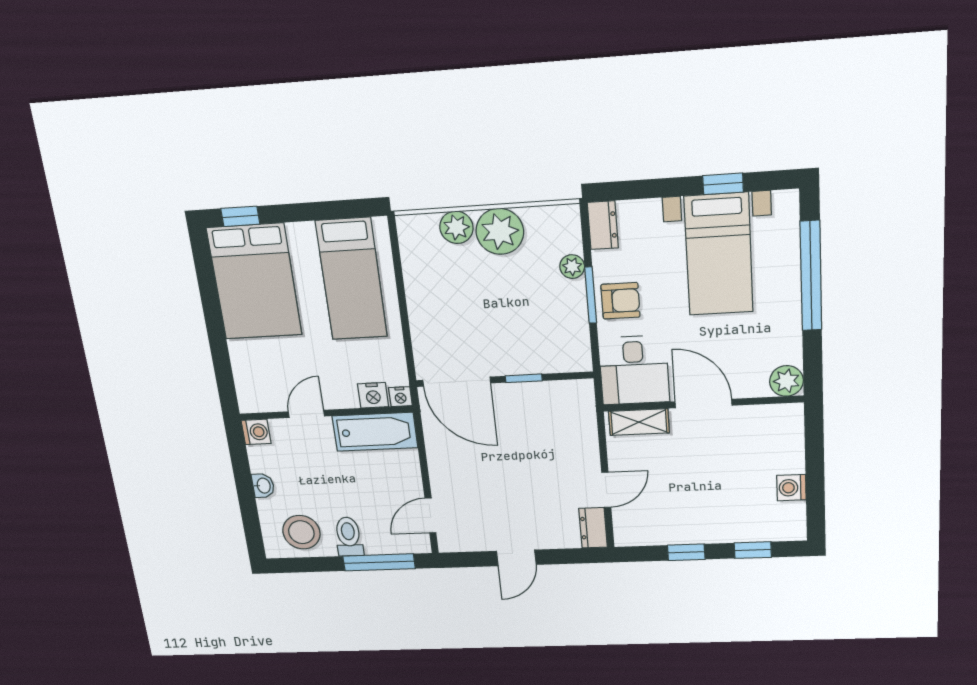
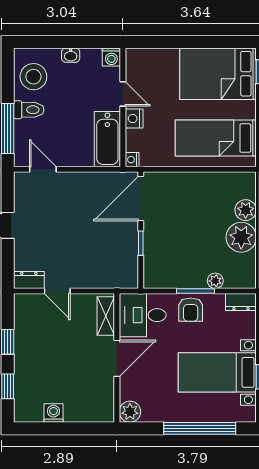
nightstand: (373, 395) -> (134, 119), moved

